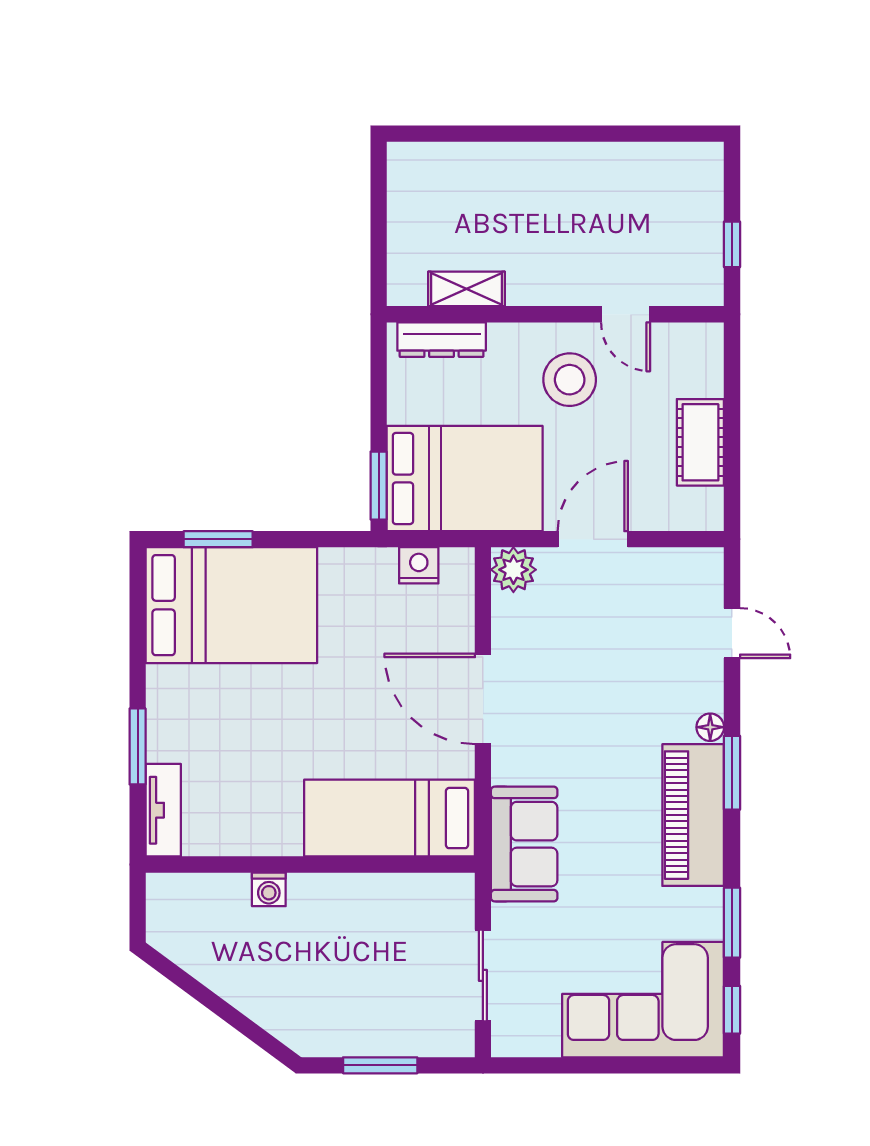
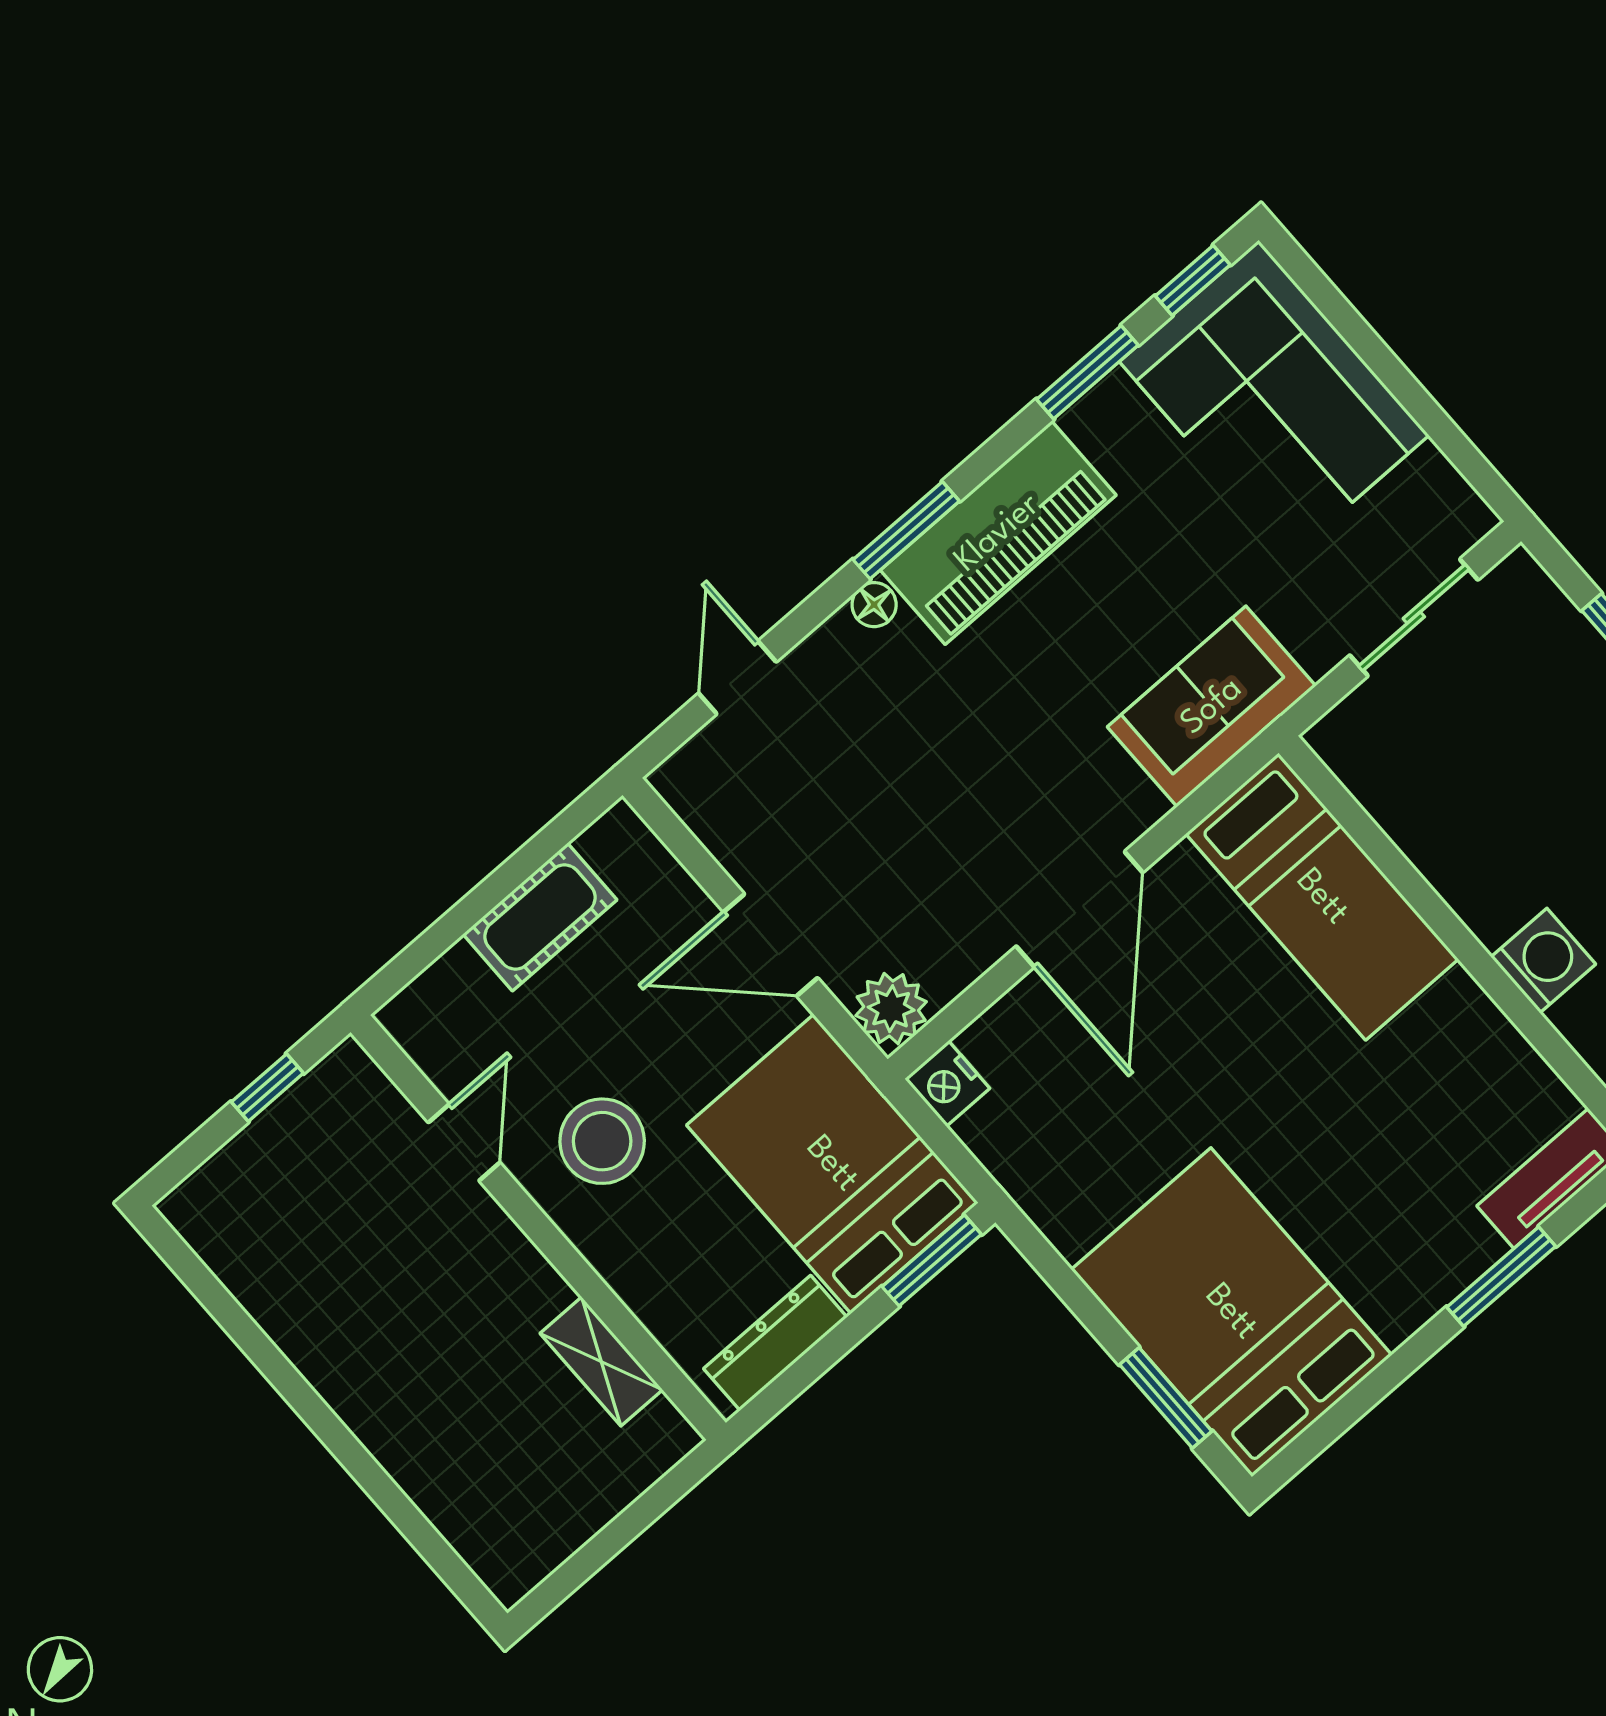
dresser: (442, 340) -> (775, 1343), moved, turned -90
nightstand: (419, 565) -> (947, 1084), moved
washing machine: (269, 889) -> (1543, 961), width x1.38, depth x1.38

